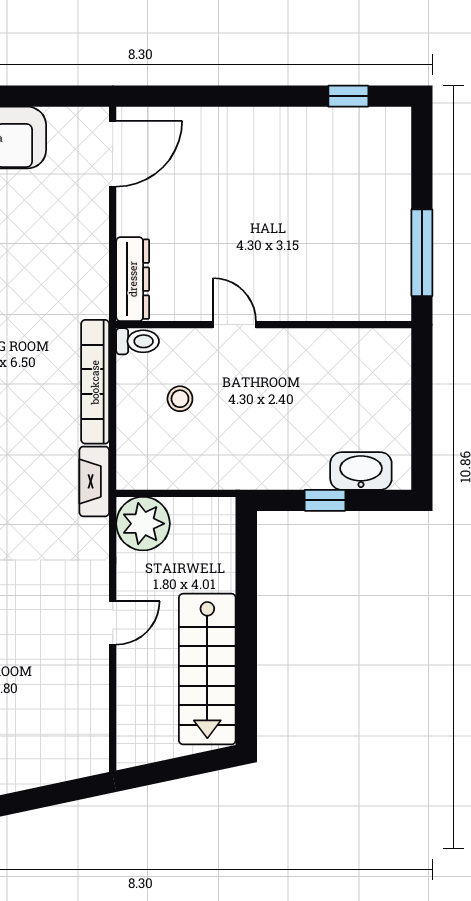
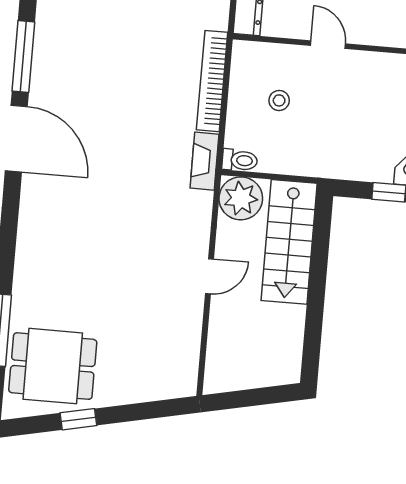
toilet: (138, 341) -> (240, 160), moved
stairs: (207, 669) -> (289, 242), moved

